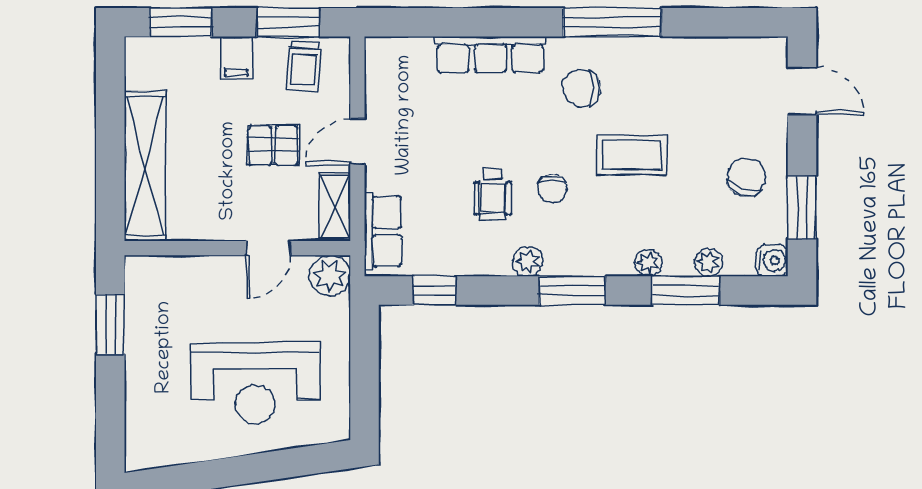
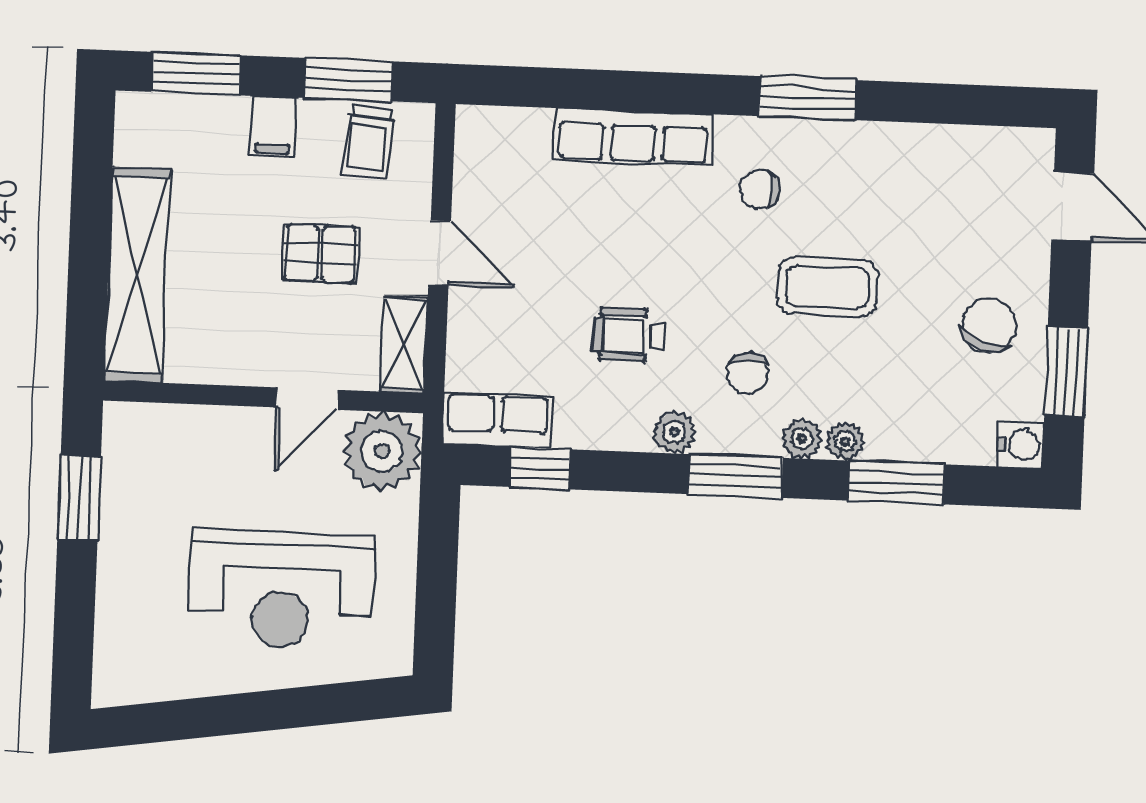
window: (612, 22) -> (808, 98), width x0.69
chair: (581, 88) -> (760, 189), width x0.73, depth x0.73
door: (357, 142) -> (440, 253), swing flipped
chair: (552, 189) -> (747, 373), moved
wheelchair: (493, 194) -> (628, 335), turned 90
row of seats: (383, 231) -> (498, 420), moved, turned -90
plant: (709, 262) -> (802, 439), moved
plant: (330, 276) -> (382, 451), width x1.36, depth x1.36

